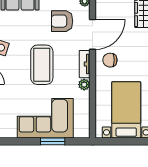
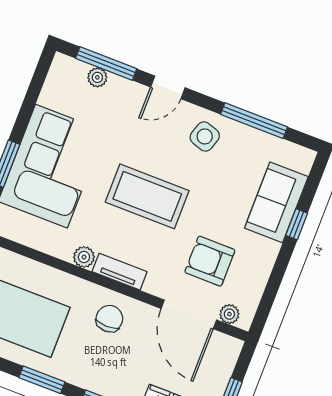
armchair: (62, 21) -> (210, 261), turned -90
door: (93, 34) -> (189, 314), moved

